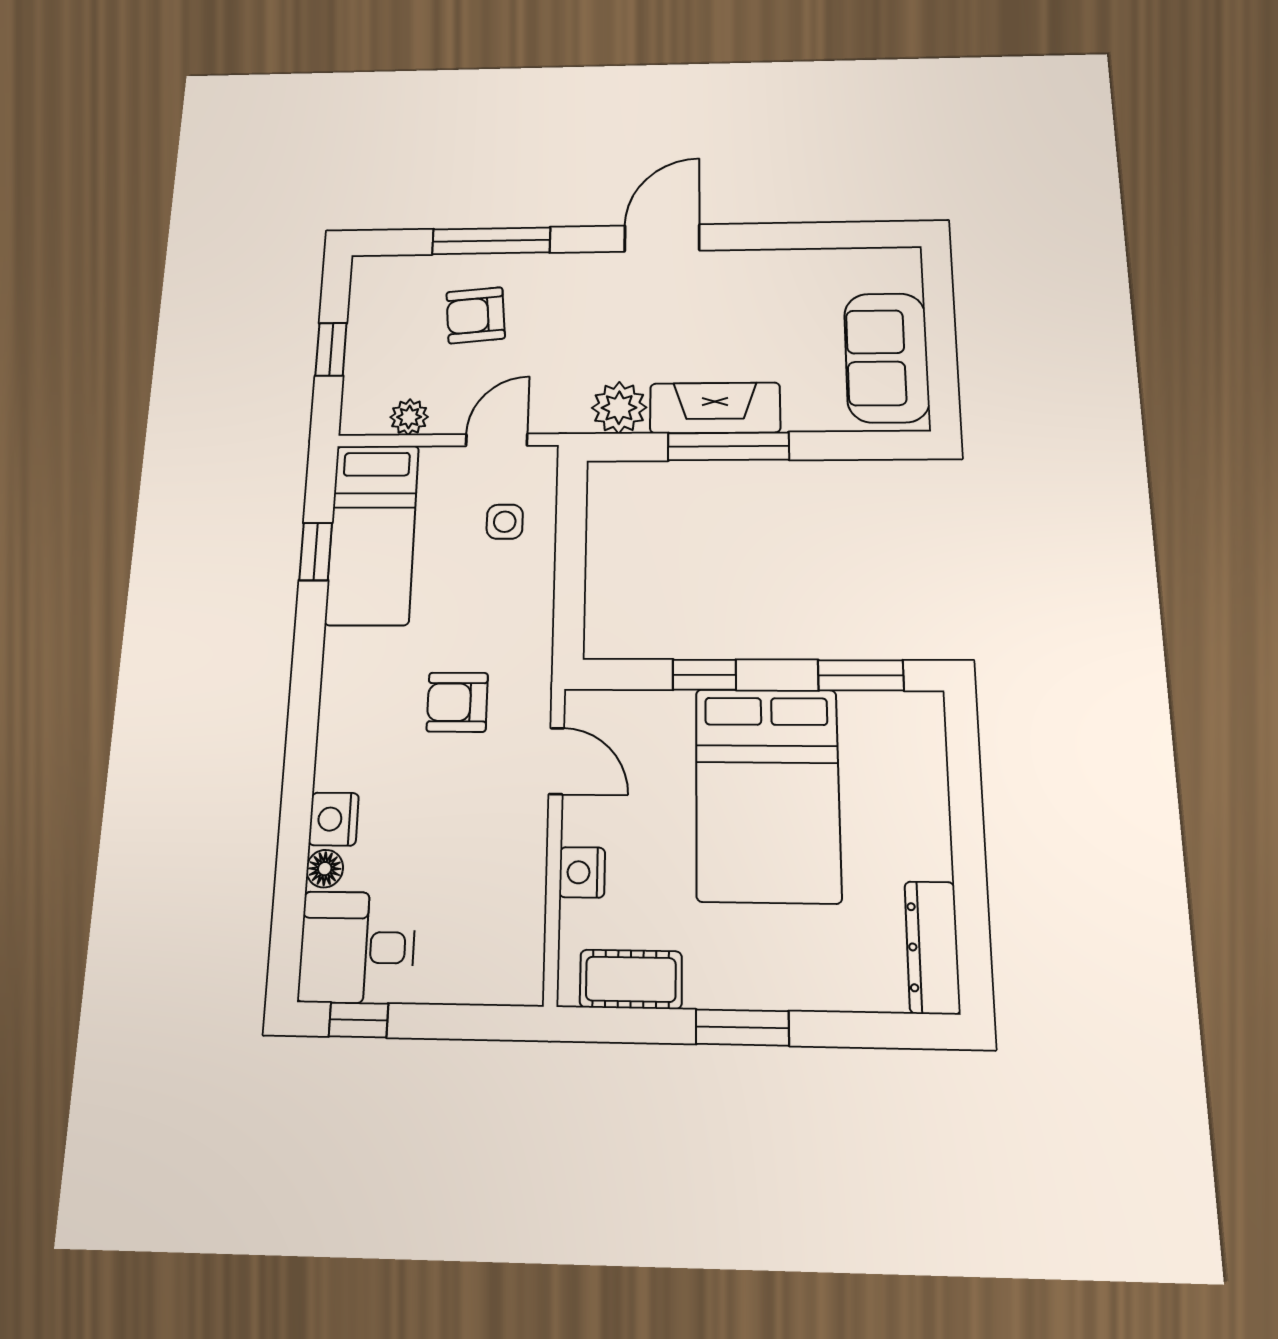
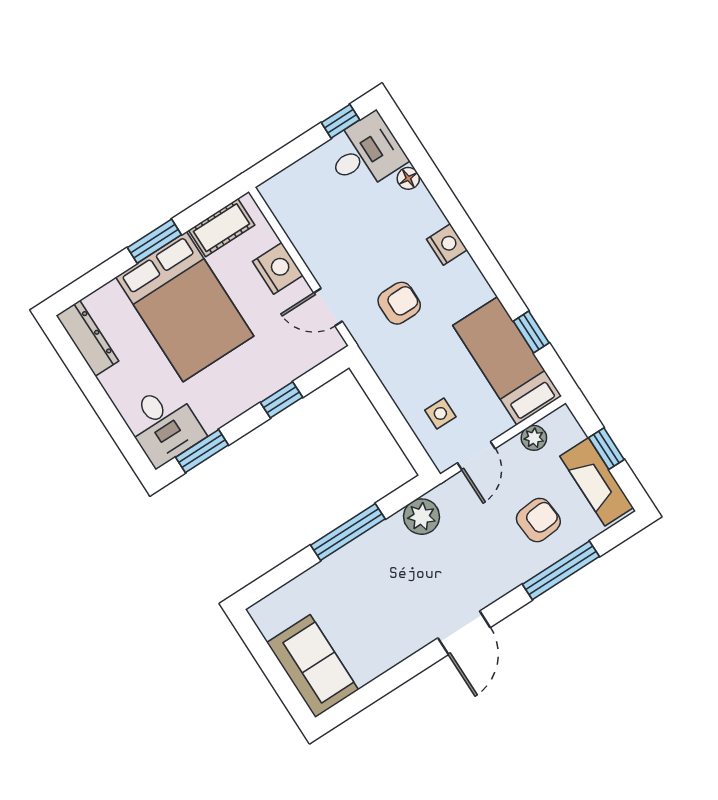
sofa: (887, 357) -> (313, 666), moved
fireplace: (715, 408) -> (597, 482), moved, turned 90
desk: (894, 746) -> (164, 425), added
bed: (767, 794) -> (185, 307), moved, turned 180
nightstand: (334, 819) -> (447, 244), moved
nightstand: (582, 872) -> (278, 268), width x1.36, depth x1.33

